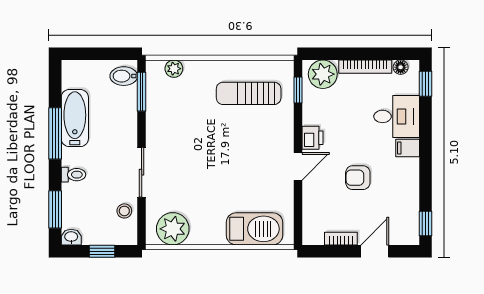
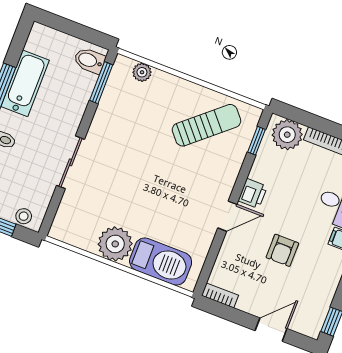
sun lounger: (249, 93) -> (206, 125), turned 139
armchair: (358, 178) -> (282, 250), turned -90
stool: (124, 211) -> (24, 216), moved
plant: (173, 229) -> (115, 244), moved
bookcase: (341, 239) -> (220, 295), moved

